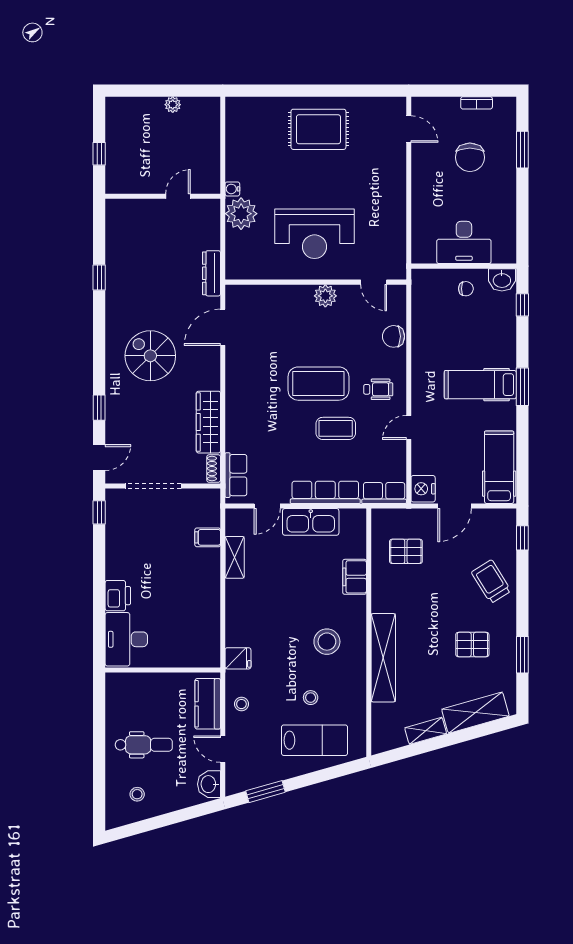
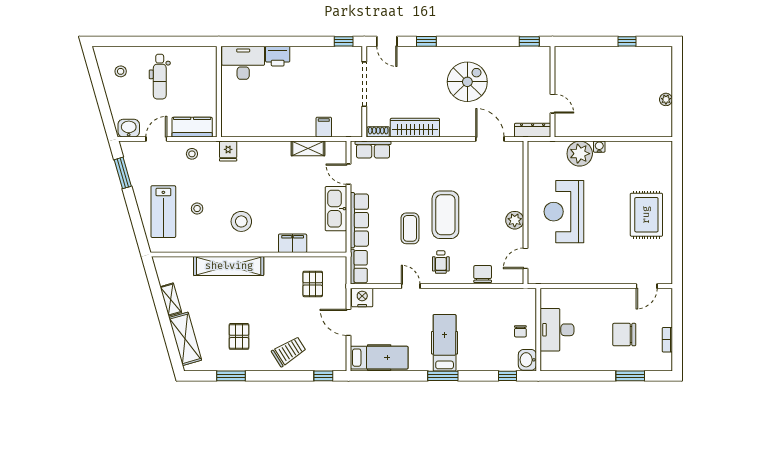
wall: (163, 196) -> (552, 92), moved
door: (178, 196) -> (552, 104), moved

